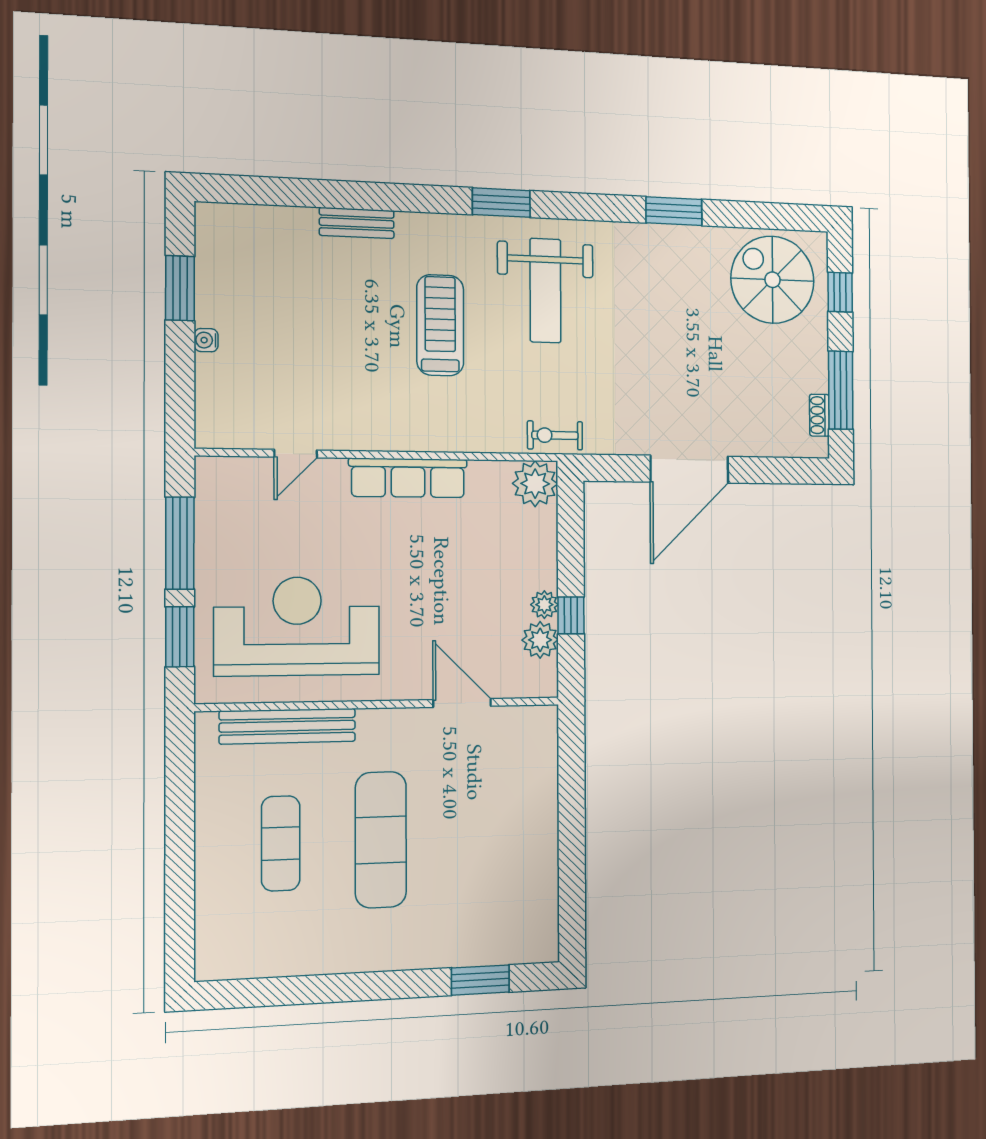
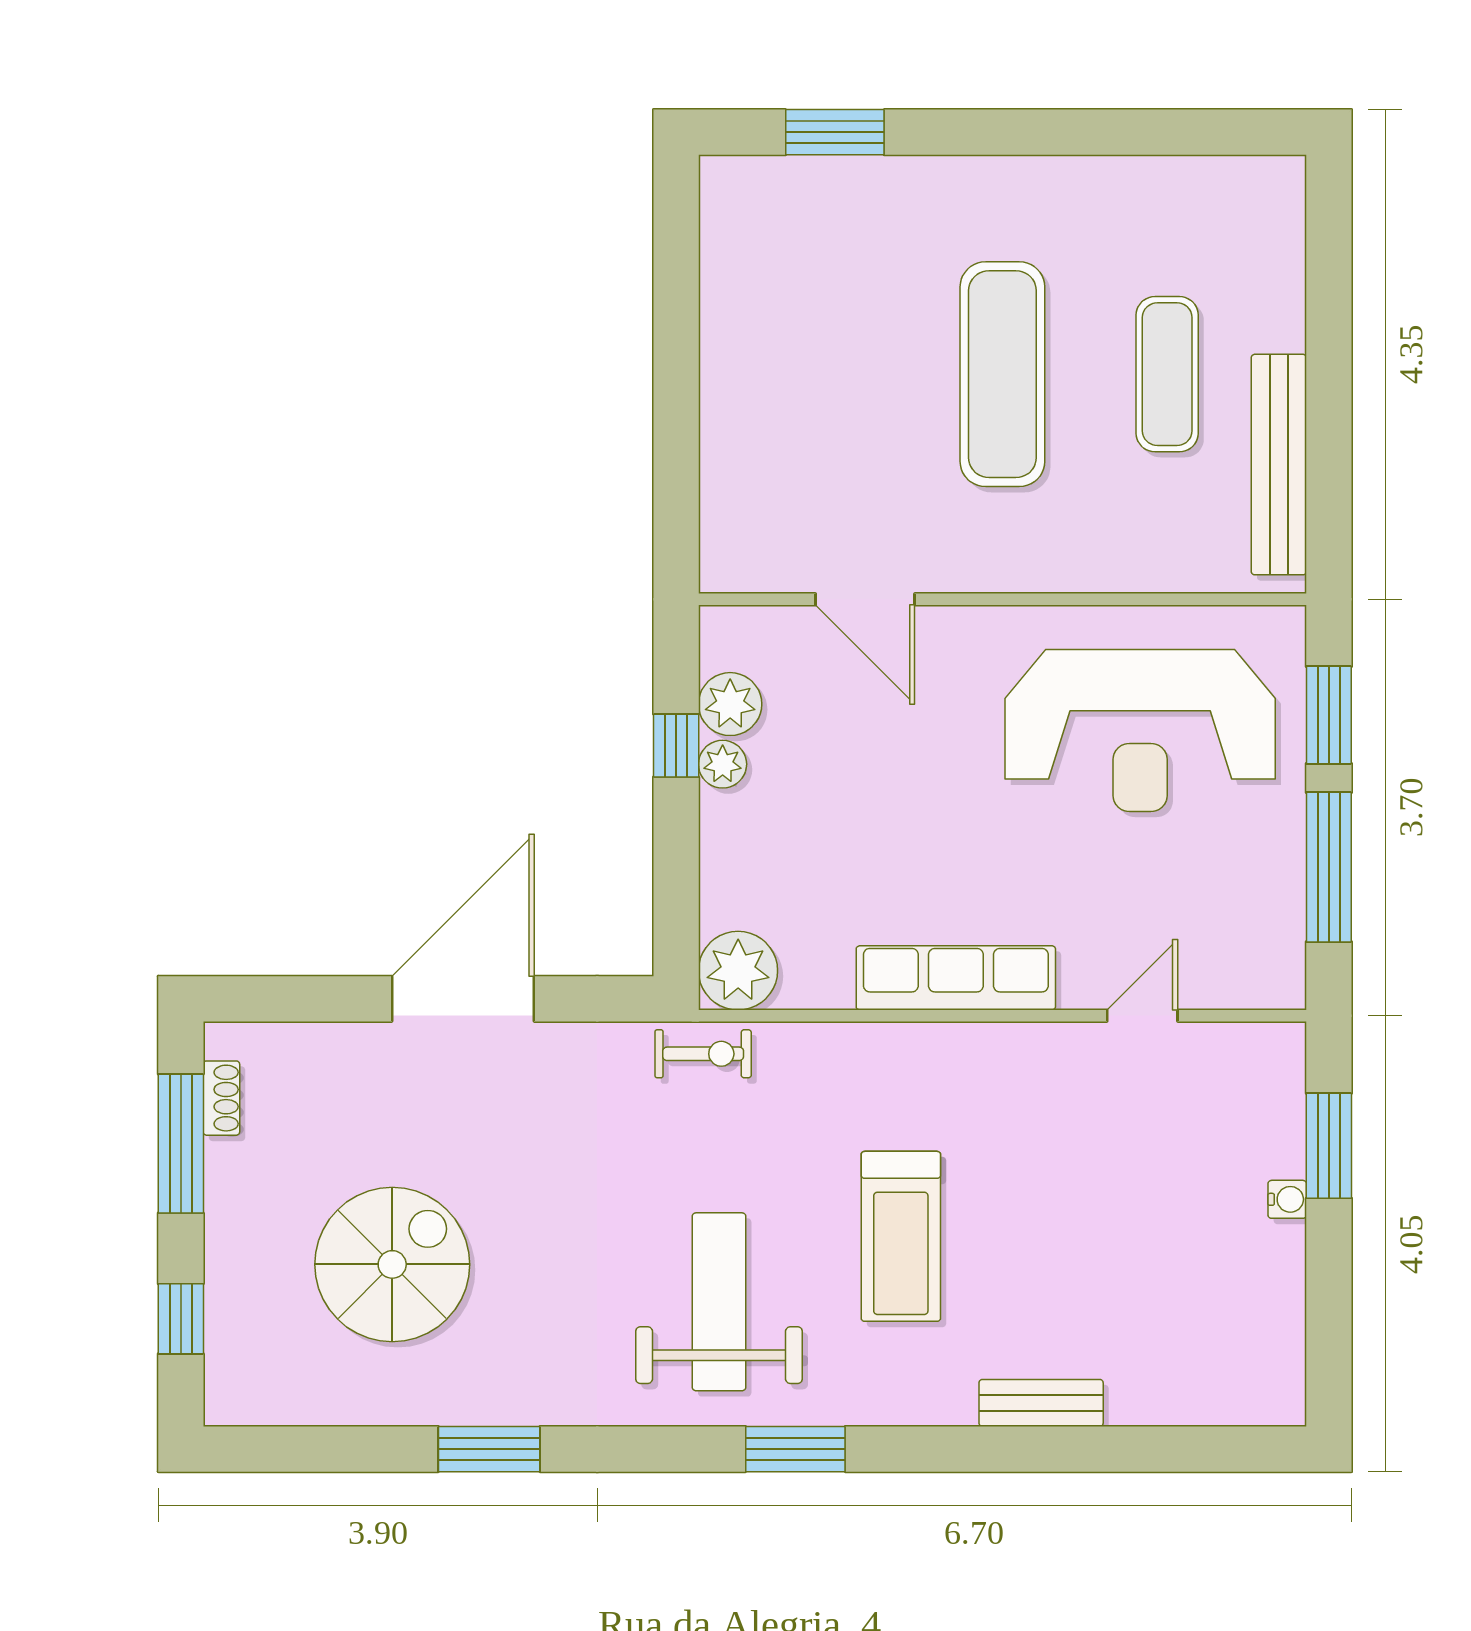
spiral stairs: (772, 280) -> (392, 1264), moved, turned -90
window: (180, 288) -> (1329, 1146), moved
bench: (288, 726) -> (1279, 465), moved, turned 90

